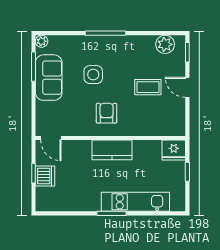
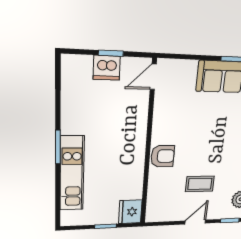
side table: (93, 75) -> (220, 127), removed
coffee table: (148, 87) -> (200, 184), turned 90
armchair: (107, 113) -> (163, 156), moved
kitchen counter: (112, 150) -> (134, 147), removed

